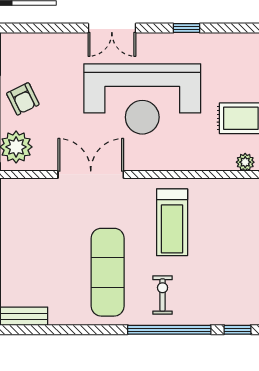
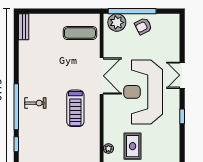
double door: (91, 174) -> (102, 76), moved
treadmill: (172, 222) -> (75, 108), turned -90
exercise mat: (108, 272) -> (80, 33), moved, width x0.73, depth x0.69

